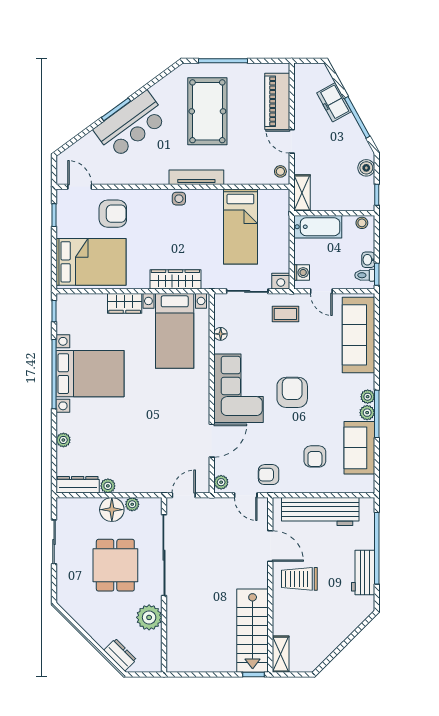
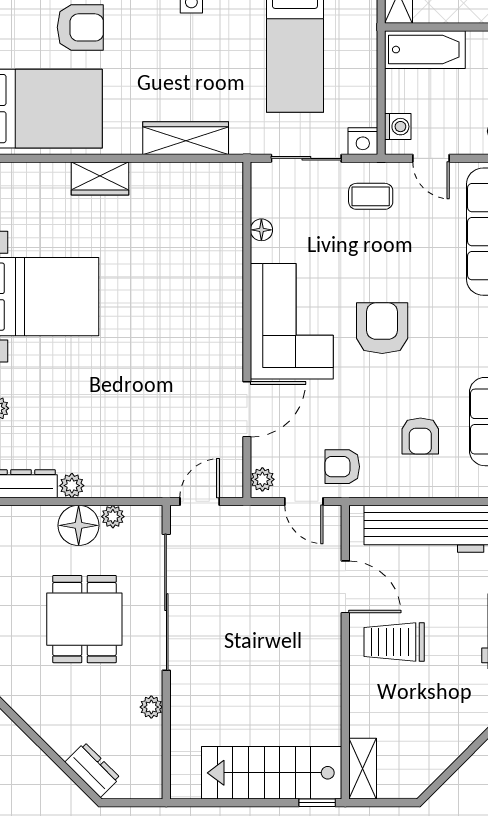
bed with nightstands: (175, 331) -> (184, 225), removed
plant: (149, 617) -> (151, 707), width x0.53, depth x0.53
stairs: (253, 631) -> (272, 773), moved, turned 90

